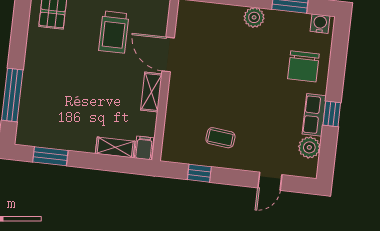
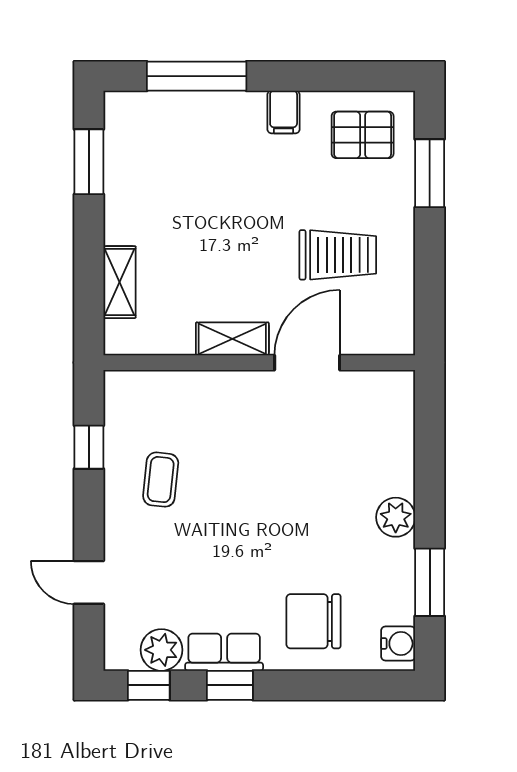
trolley: (114, 32) -> (338, 255), turned 180
filing cabinet: (144, 148) -> (284, 112), moved, turned 90
window: (327, 156) -> (149, 685), added

